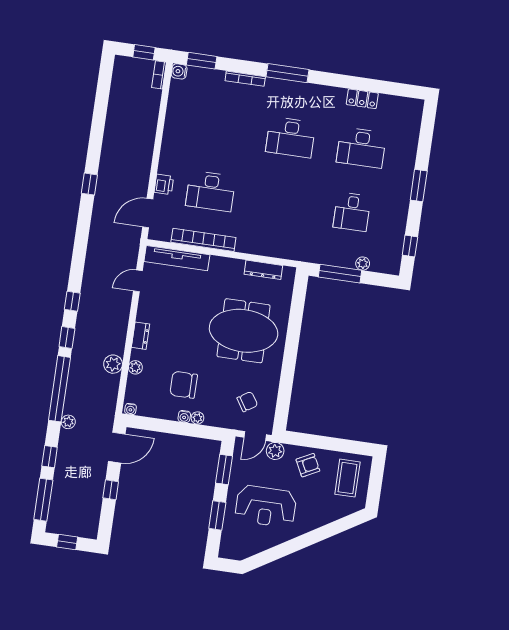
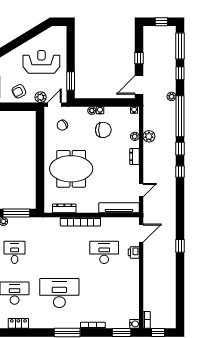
desk: (291, 137) -> (59, 293), width x1.36, depth x1.30
bookcase: (203, 240) -> (80, 222), moved
window: (217, 515) -> (71, 52), removed

